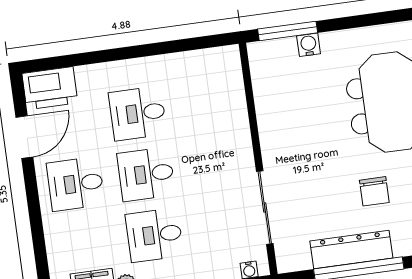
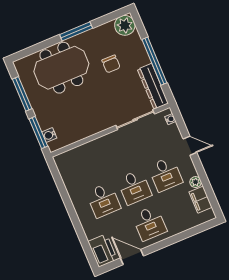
window: (363, 21) -> (22, 94), added
water cooler: (309, 45) -> (49, 135), moved
chair: (374, 191) -> (111, 64), turned 90
dresser: (351, 249) -> (153, 86), moved

